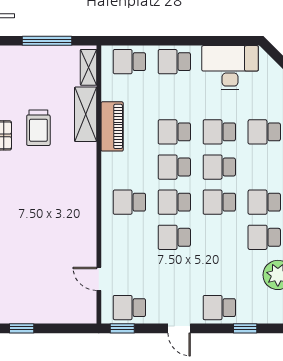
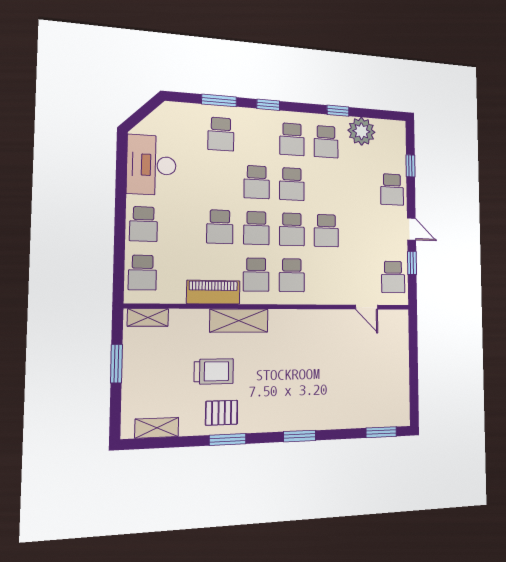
window: (47, 41) -> (116, 364), width x0.69
shelving: (86, 114) -> (239, 321), moved
school desk: (219, 132) -> (256, 275), moved
door: (99, 279) -> (367, 307), hinge flipped
window: (22, 328) -> (414, 384), removed
window: (122, 328) -> (412, 263), moved
door: (179, 328) -> (411, 229), hinge flipped

